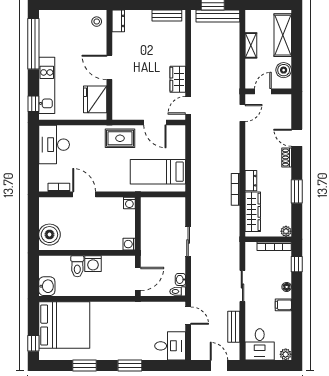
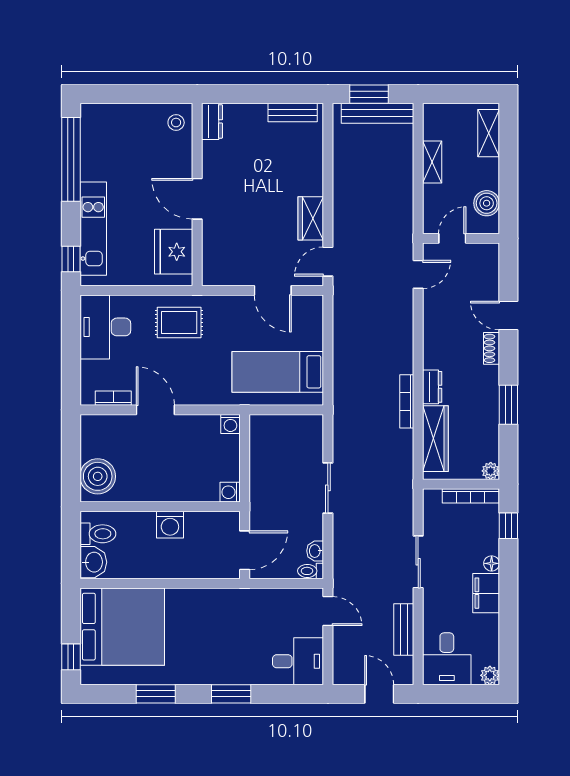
shelving: (283, 35) -> (489, 133), width x0.67, depth x0.75
rug: (120, 138) -> (179, 322), moved
toilet: (77, 266) -> (98, 534), moved, turned -90
filing cabinet: (283, 305) -> (486, 593), width x2.00

